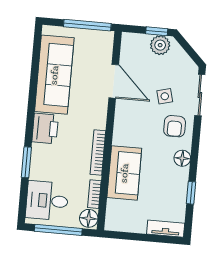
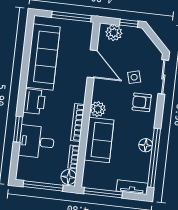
plant: (160, 45) -> (114, 33), moved
armchair: (175, 126) -> (142, 102), turned 90
plant: (122, 136) -> (98, 109), added
floor lamp: (182, 158) -> (146, 145), moved
window: (191, 193) -> (154, 158), width x3.17
desk: (47, 201) -> (37, 142), moved
window: (131, 236) -> (103, 193), added

